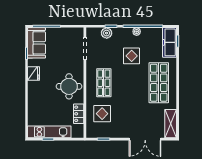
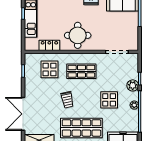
plant: (107, 33) -> (133, 85), moved
trolley: (131, 96) -> (67, 100), added

